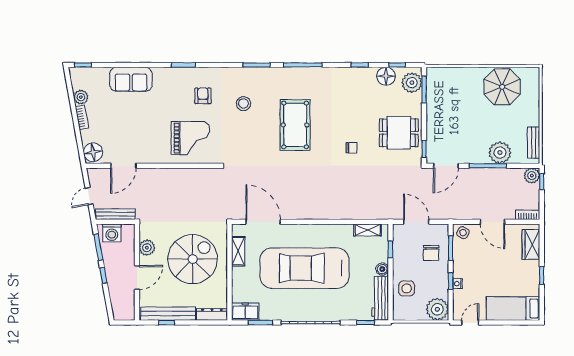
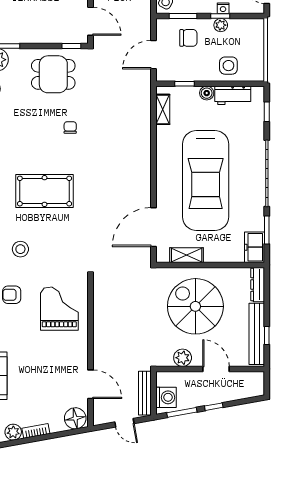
dining table: (399, 133) -> (53, 74), turned 90
workbench: (380, 298) -> (233, 95), width x0.73
plant: (437, 309) -> (221, 25), moved, width x0.53, depth x0.53

